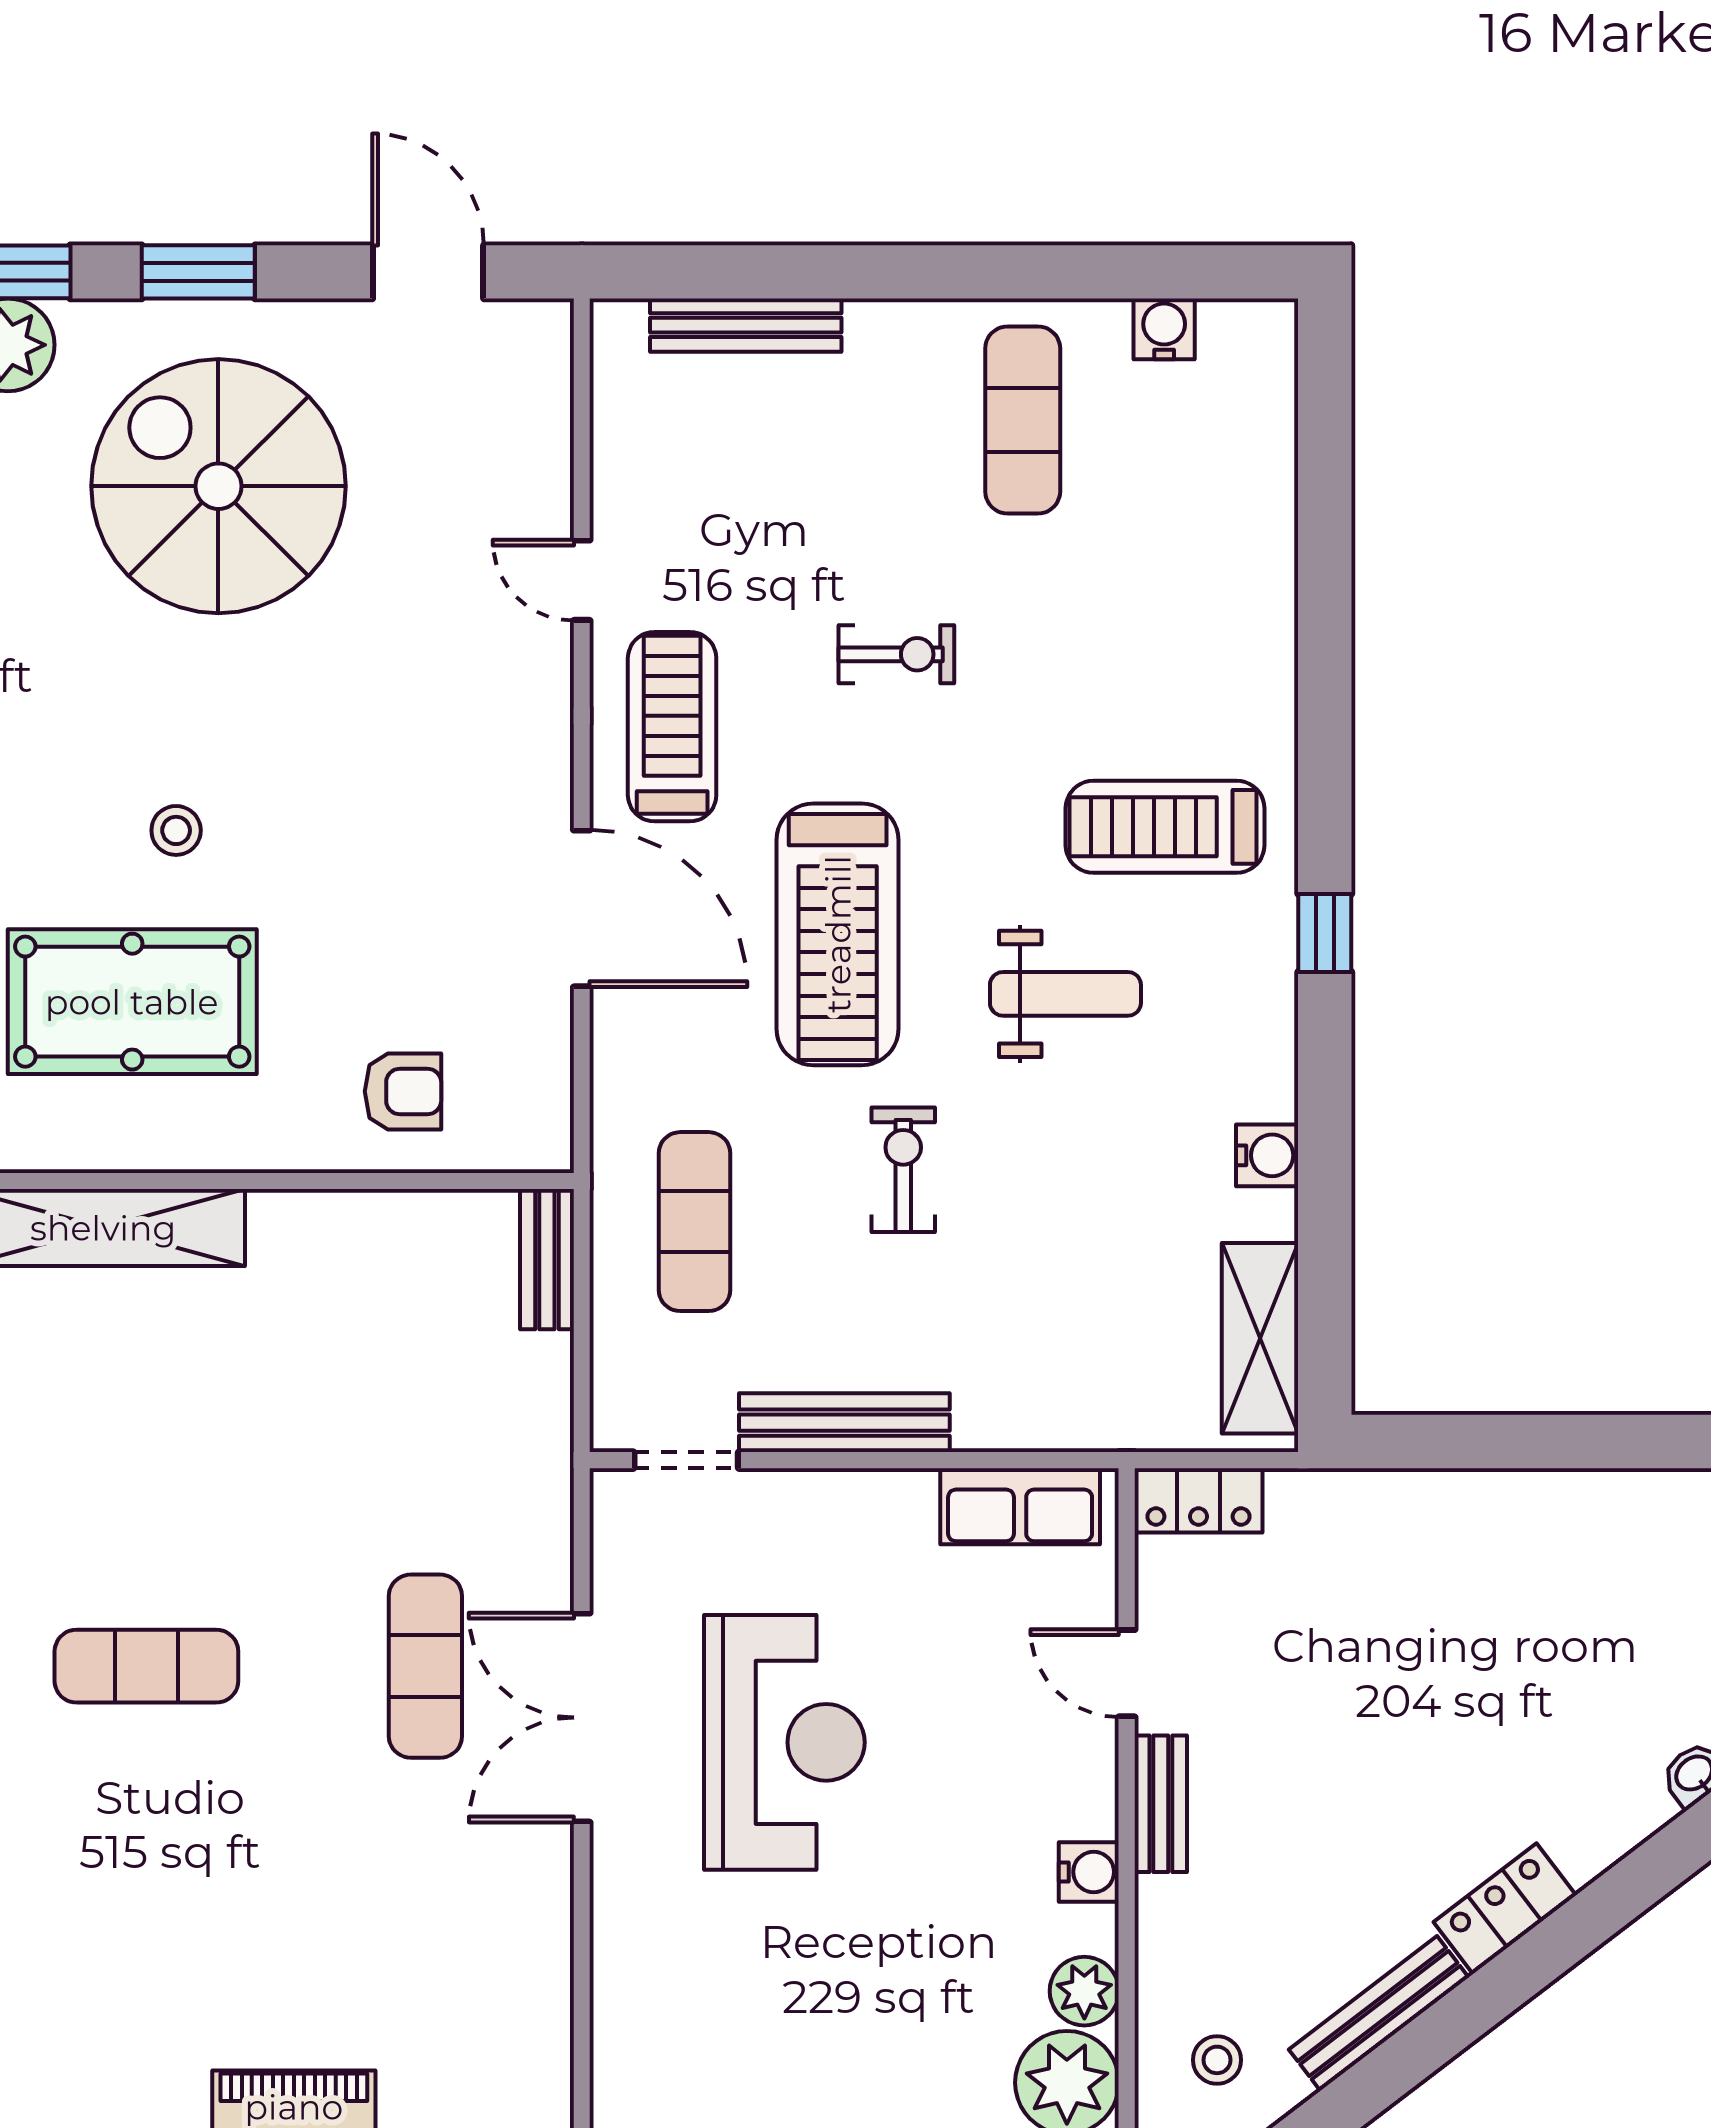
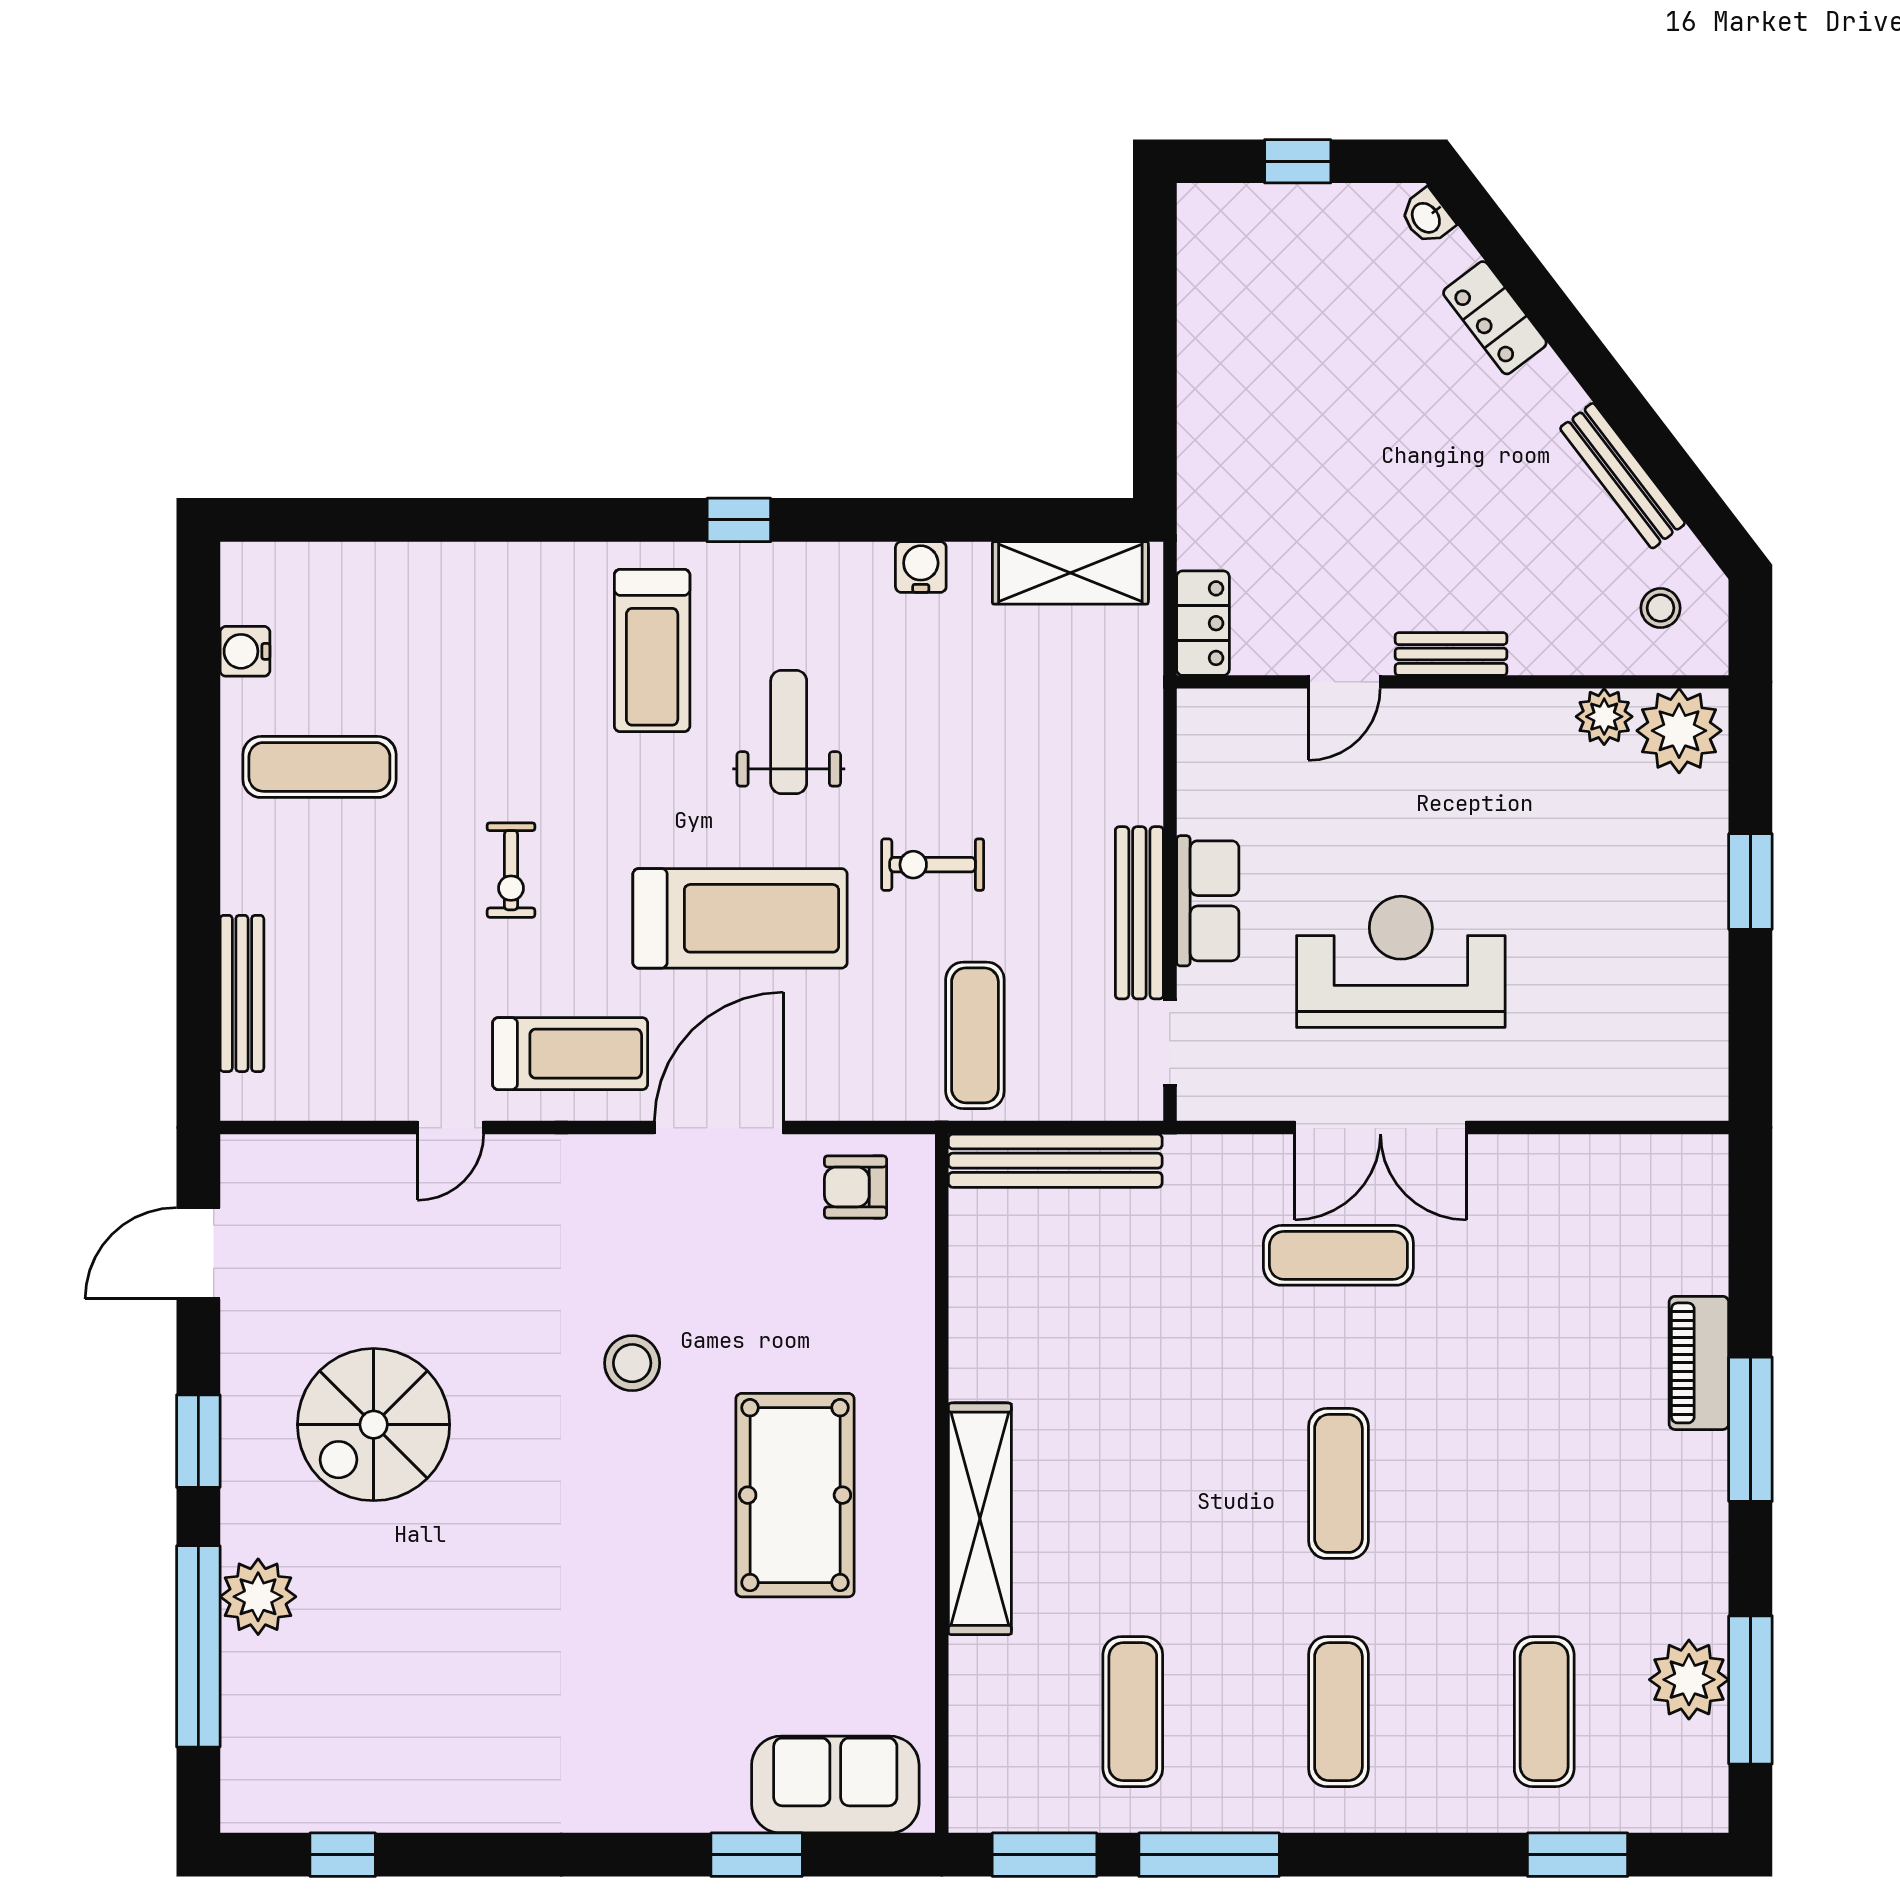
spiral stairs: (218, 486) -> (374, 1425), width x0.73, depth x0.73
exercise bike: (896, 654) -> (511, 870), turned 180
treadmill: (672, 727) -> (570, 1054), turned 180
stool: (176, 830) -> (632, 1363), moved, width x1.37, depth x1.37
armchair: (403, 1091) -> (855, 1187), moved, turned -90
exercise mat: (694, 1222) -> (975, 1035), turned 90
bench: (547, 1259) -> (1055, 1161), width x1.86, depth x1.21
row of seats: (1020, 1506) -> (1208, 901), moved
water cooler: (1089, 1872) -> (1507, 713), removed
locker: (1505, 1909) -> (1495, 318), moved

